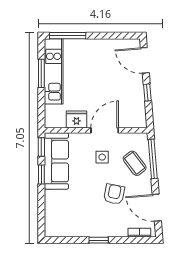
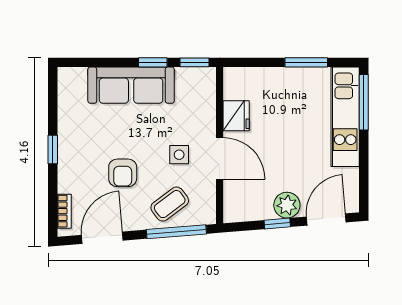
kitchen unit: (54, 71) -> (345, 117), moved, turned 90
plant: (135, 86) -> (287, 205), added
sofa: (56, 161) -> (131, 85), moved
armchair: (114, 194) -> (123, 173), turned 79

